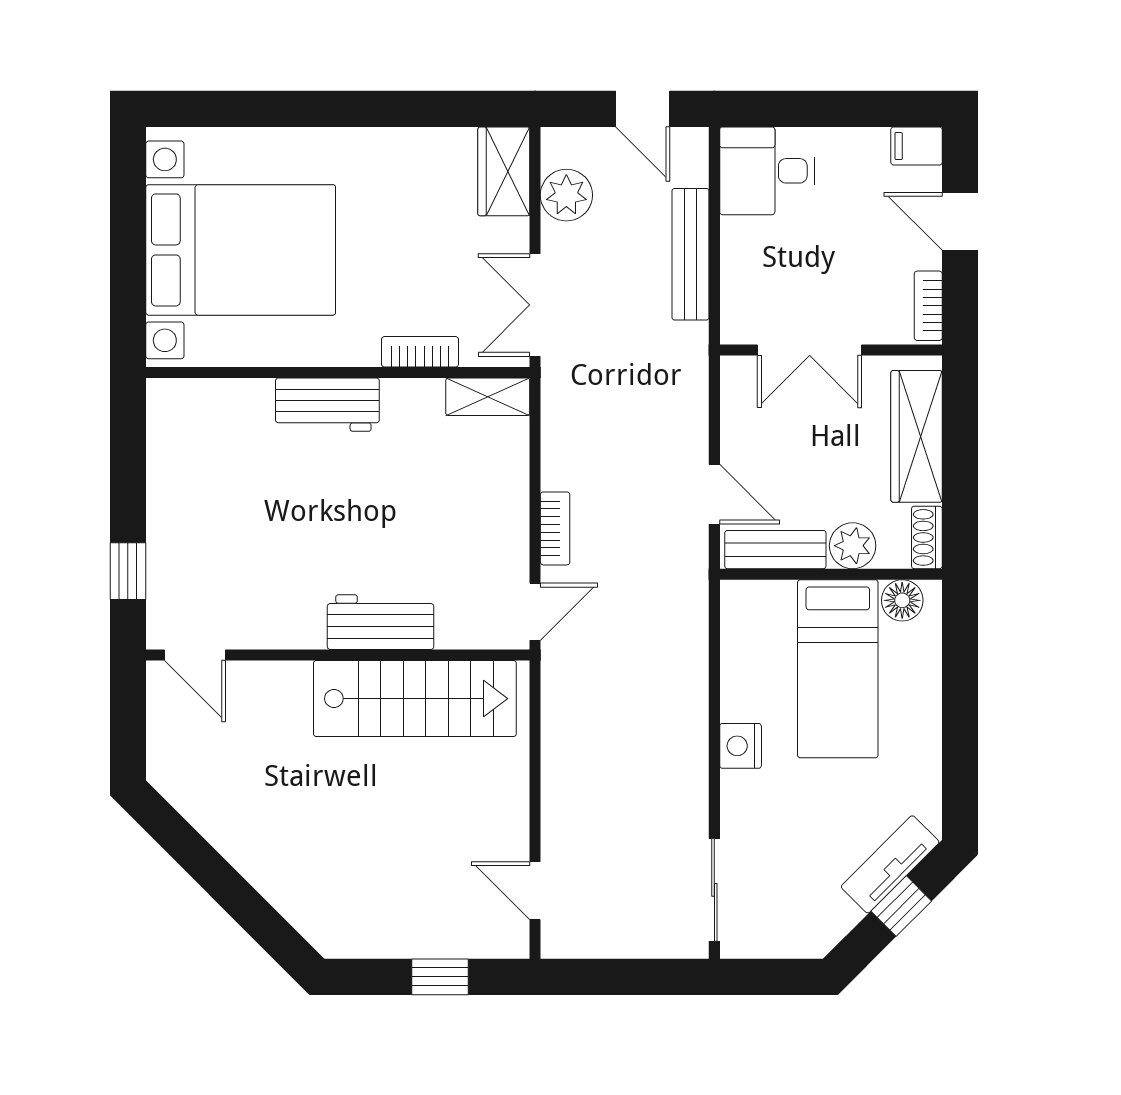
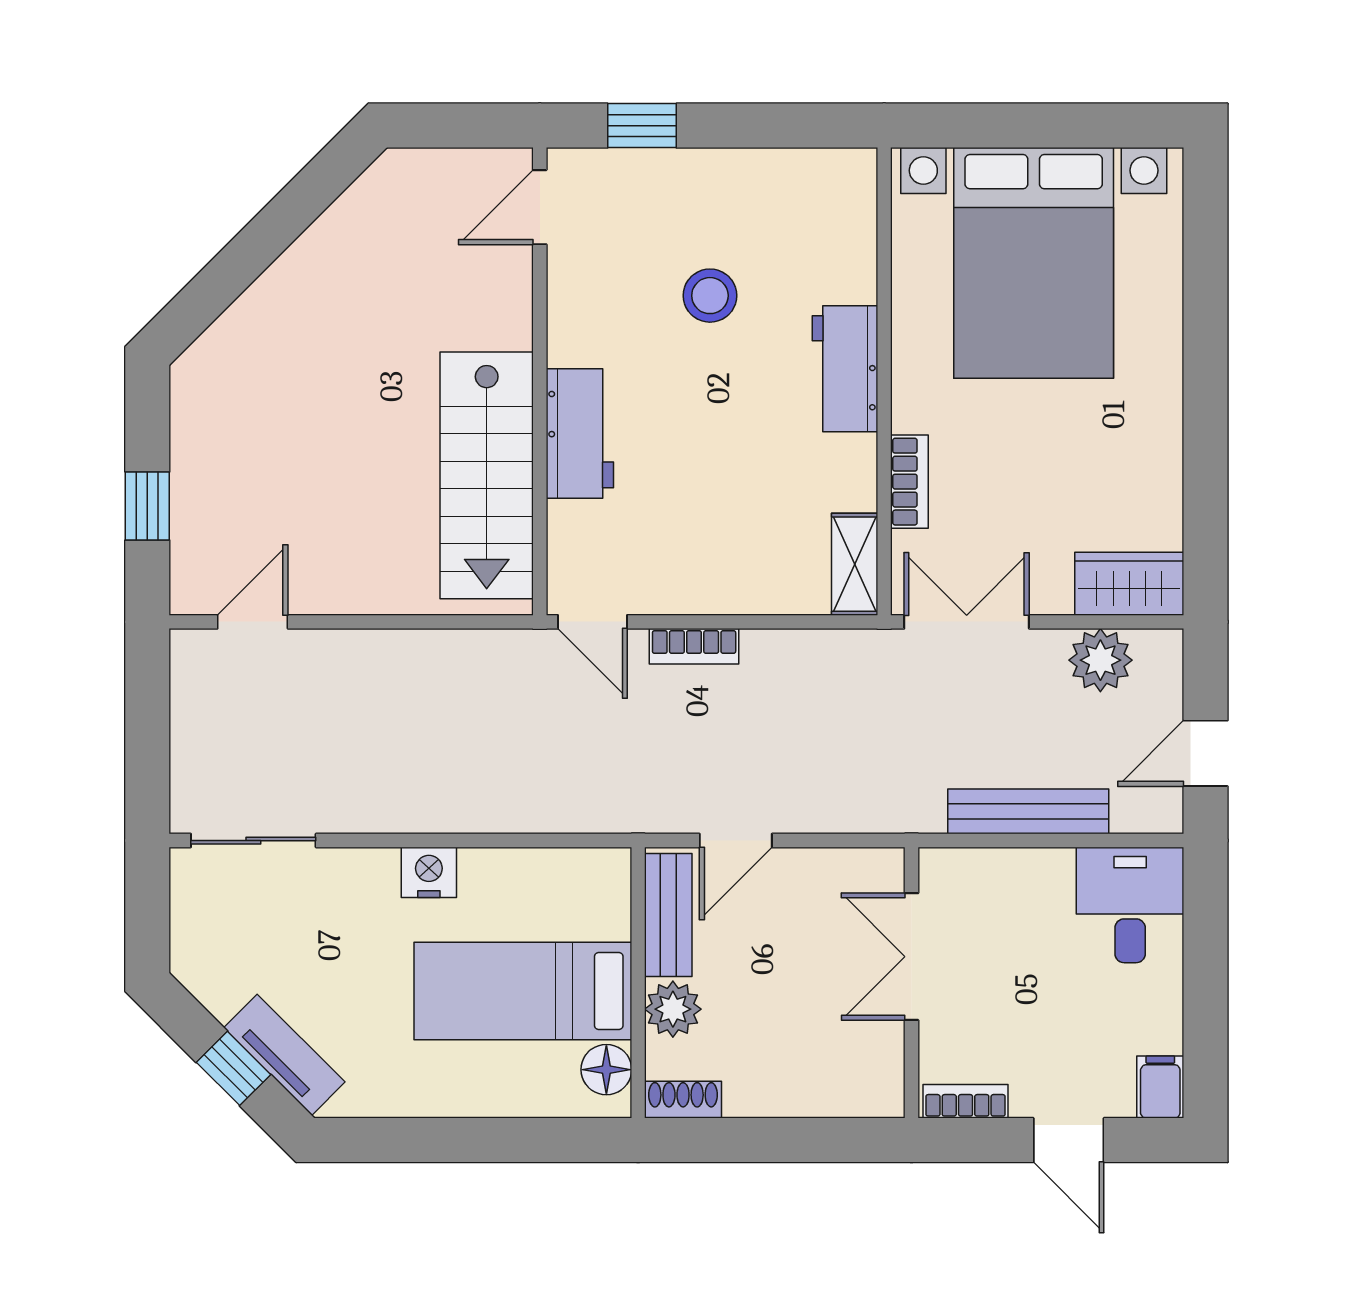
door: (960, 221) -> (1069, 1140), swing flipped
wardrobe: (917, 436) -> (806, 1087), removed
stool: (267, 515) -> (710, 296), added

